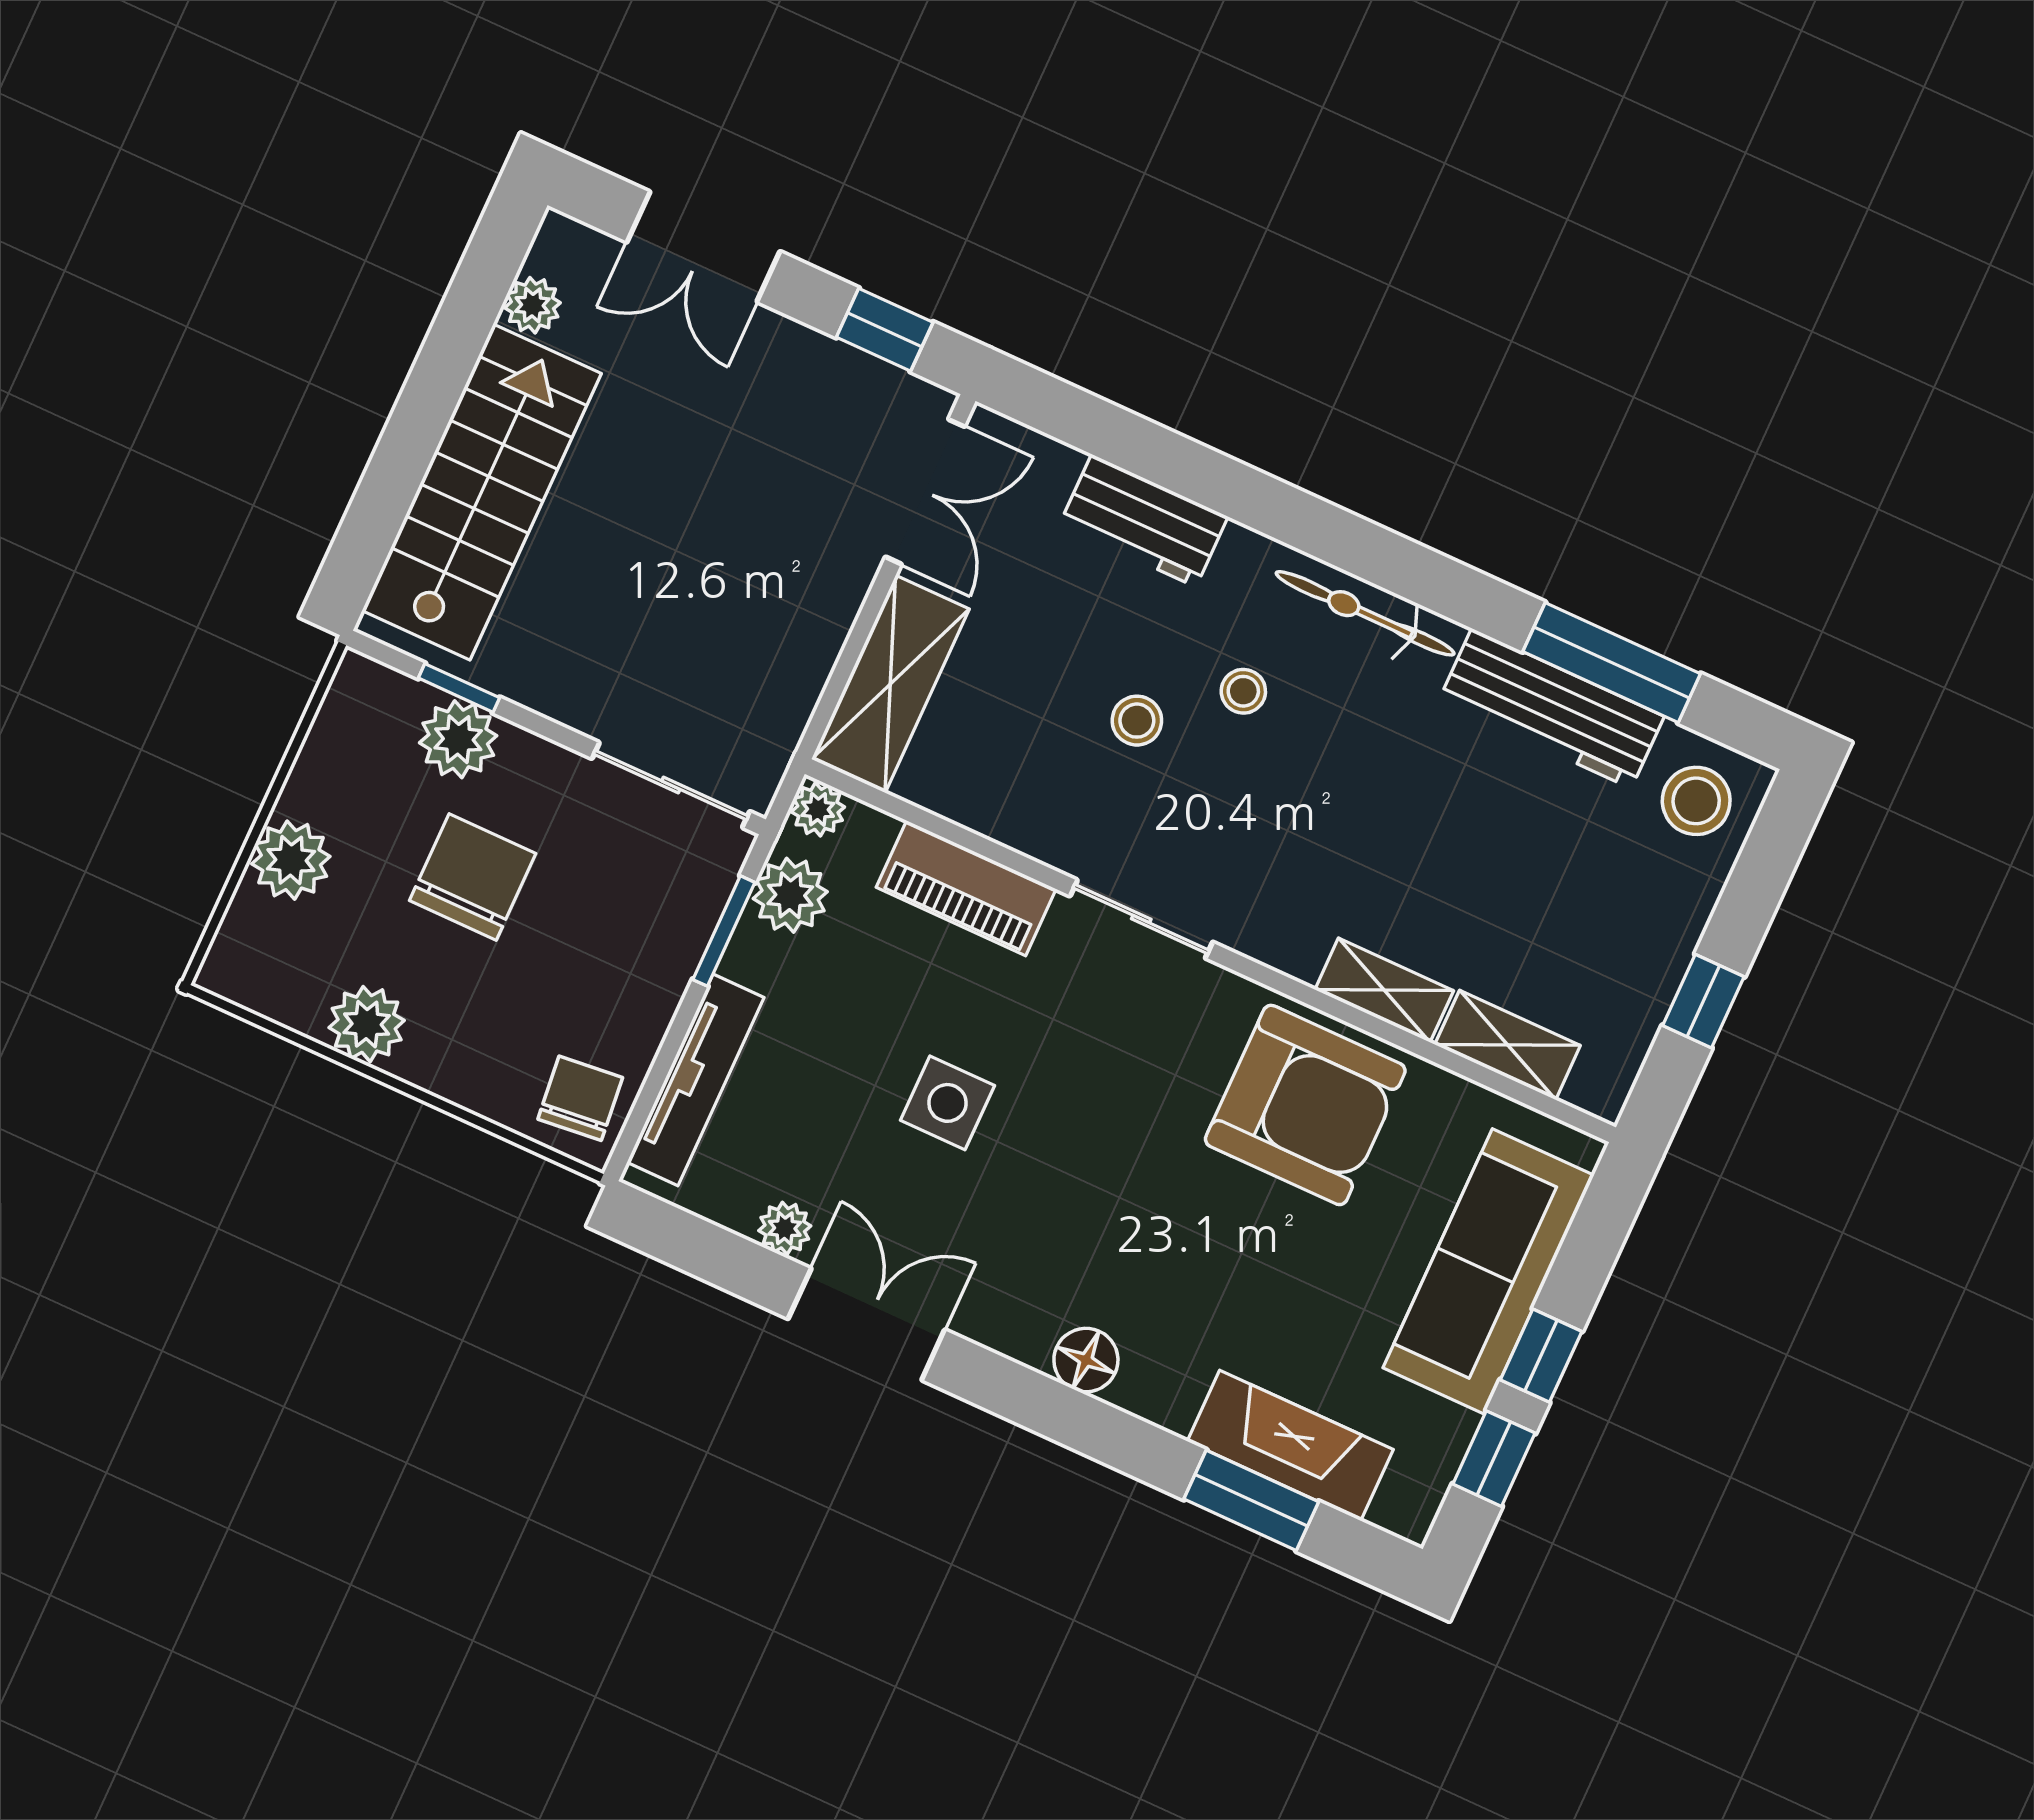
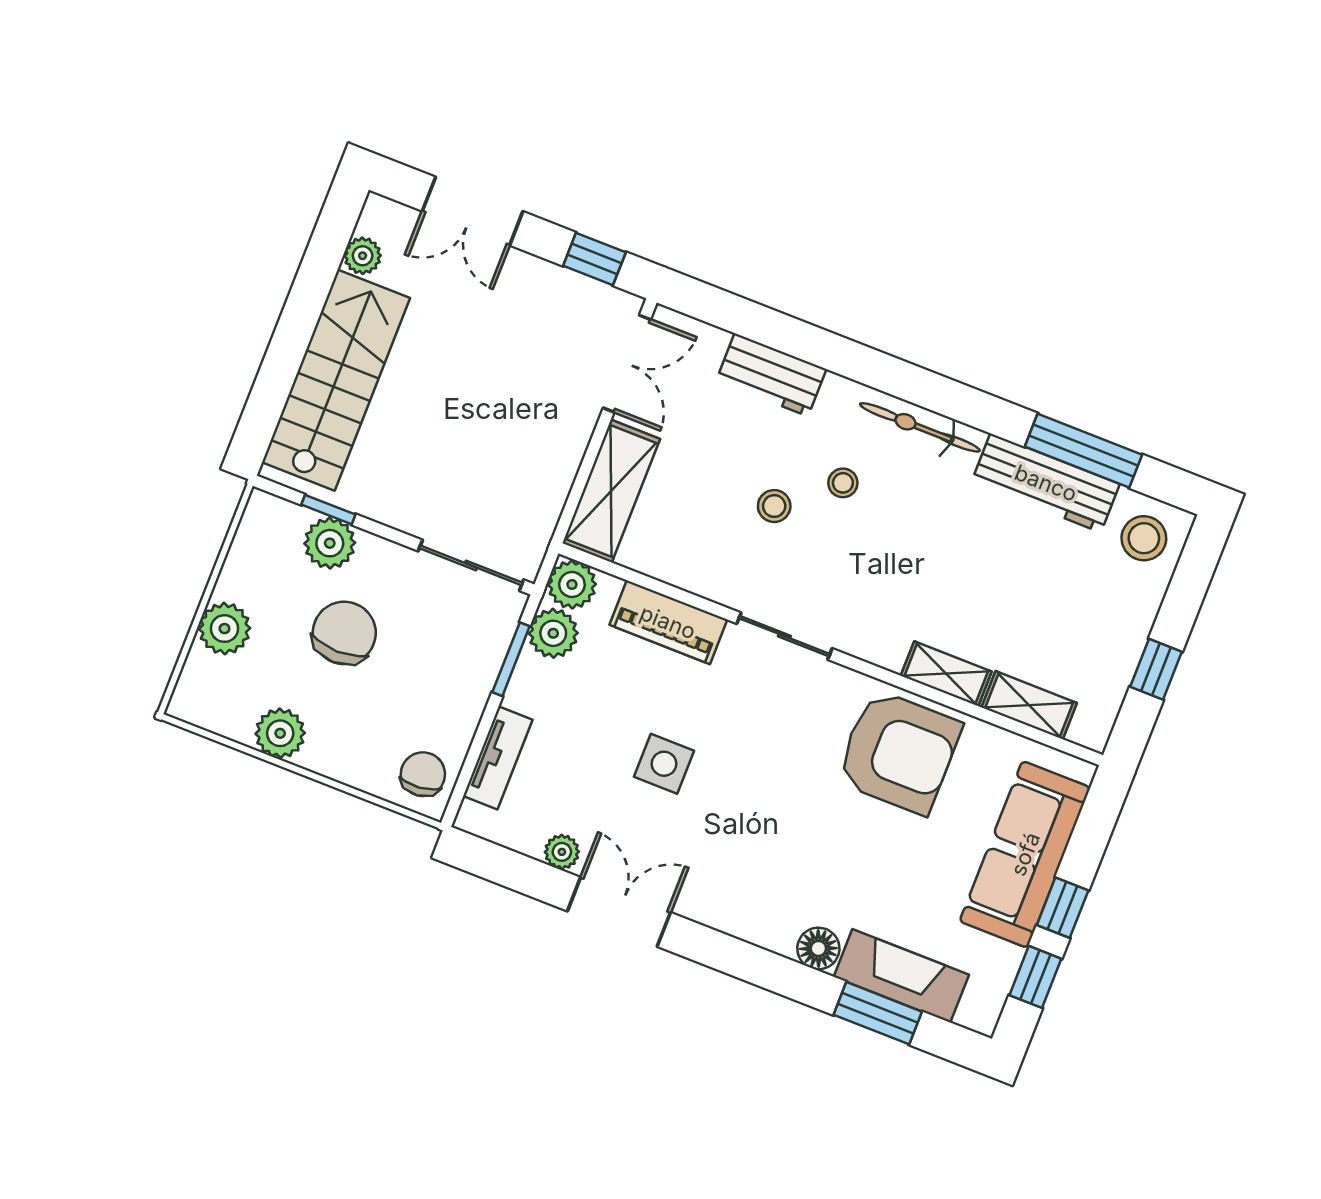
plant: (818, 809) -> (572, 584), width x1.38, depth x1.38
tv unit: (695, 1080) -> (498, 758), width x0.71
floor lamp: (1086, 1360) -> (818, 948), moved

